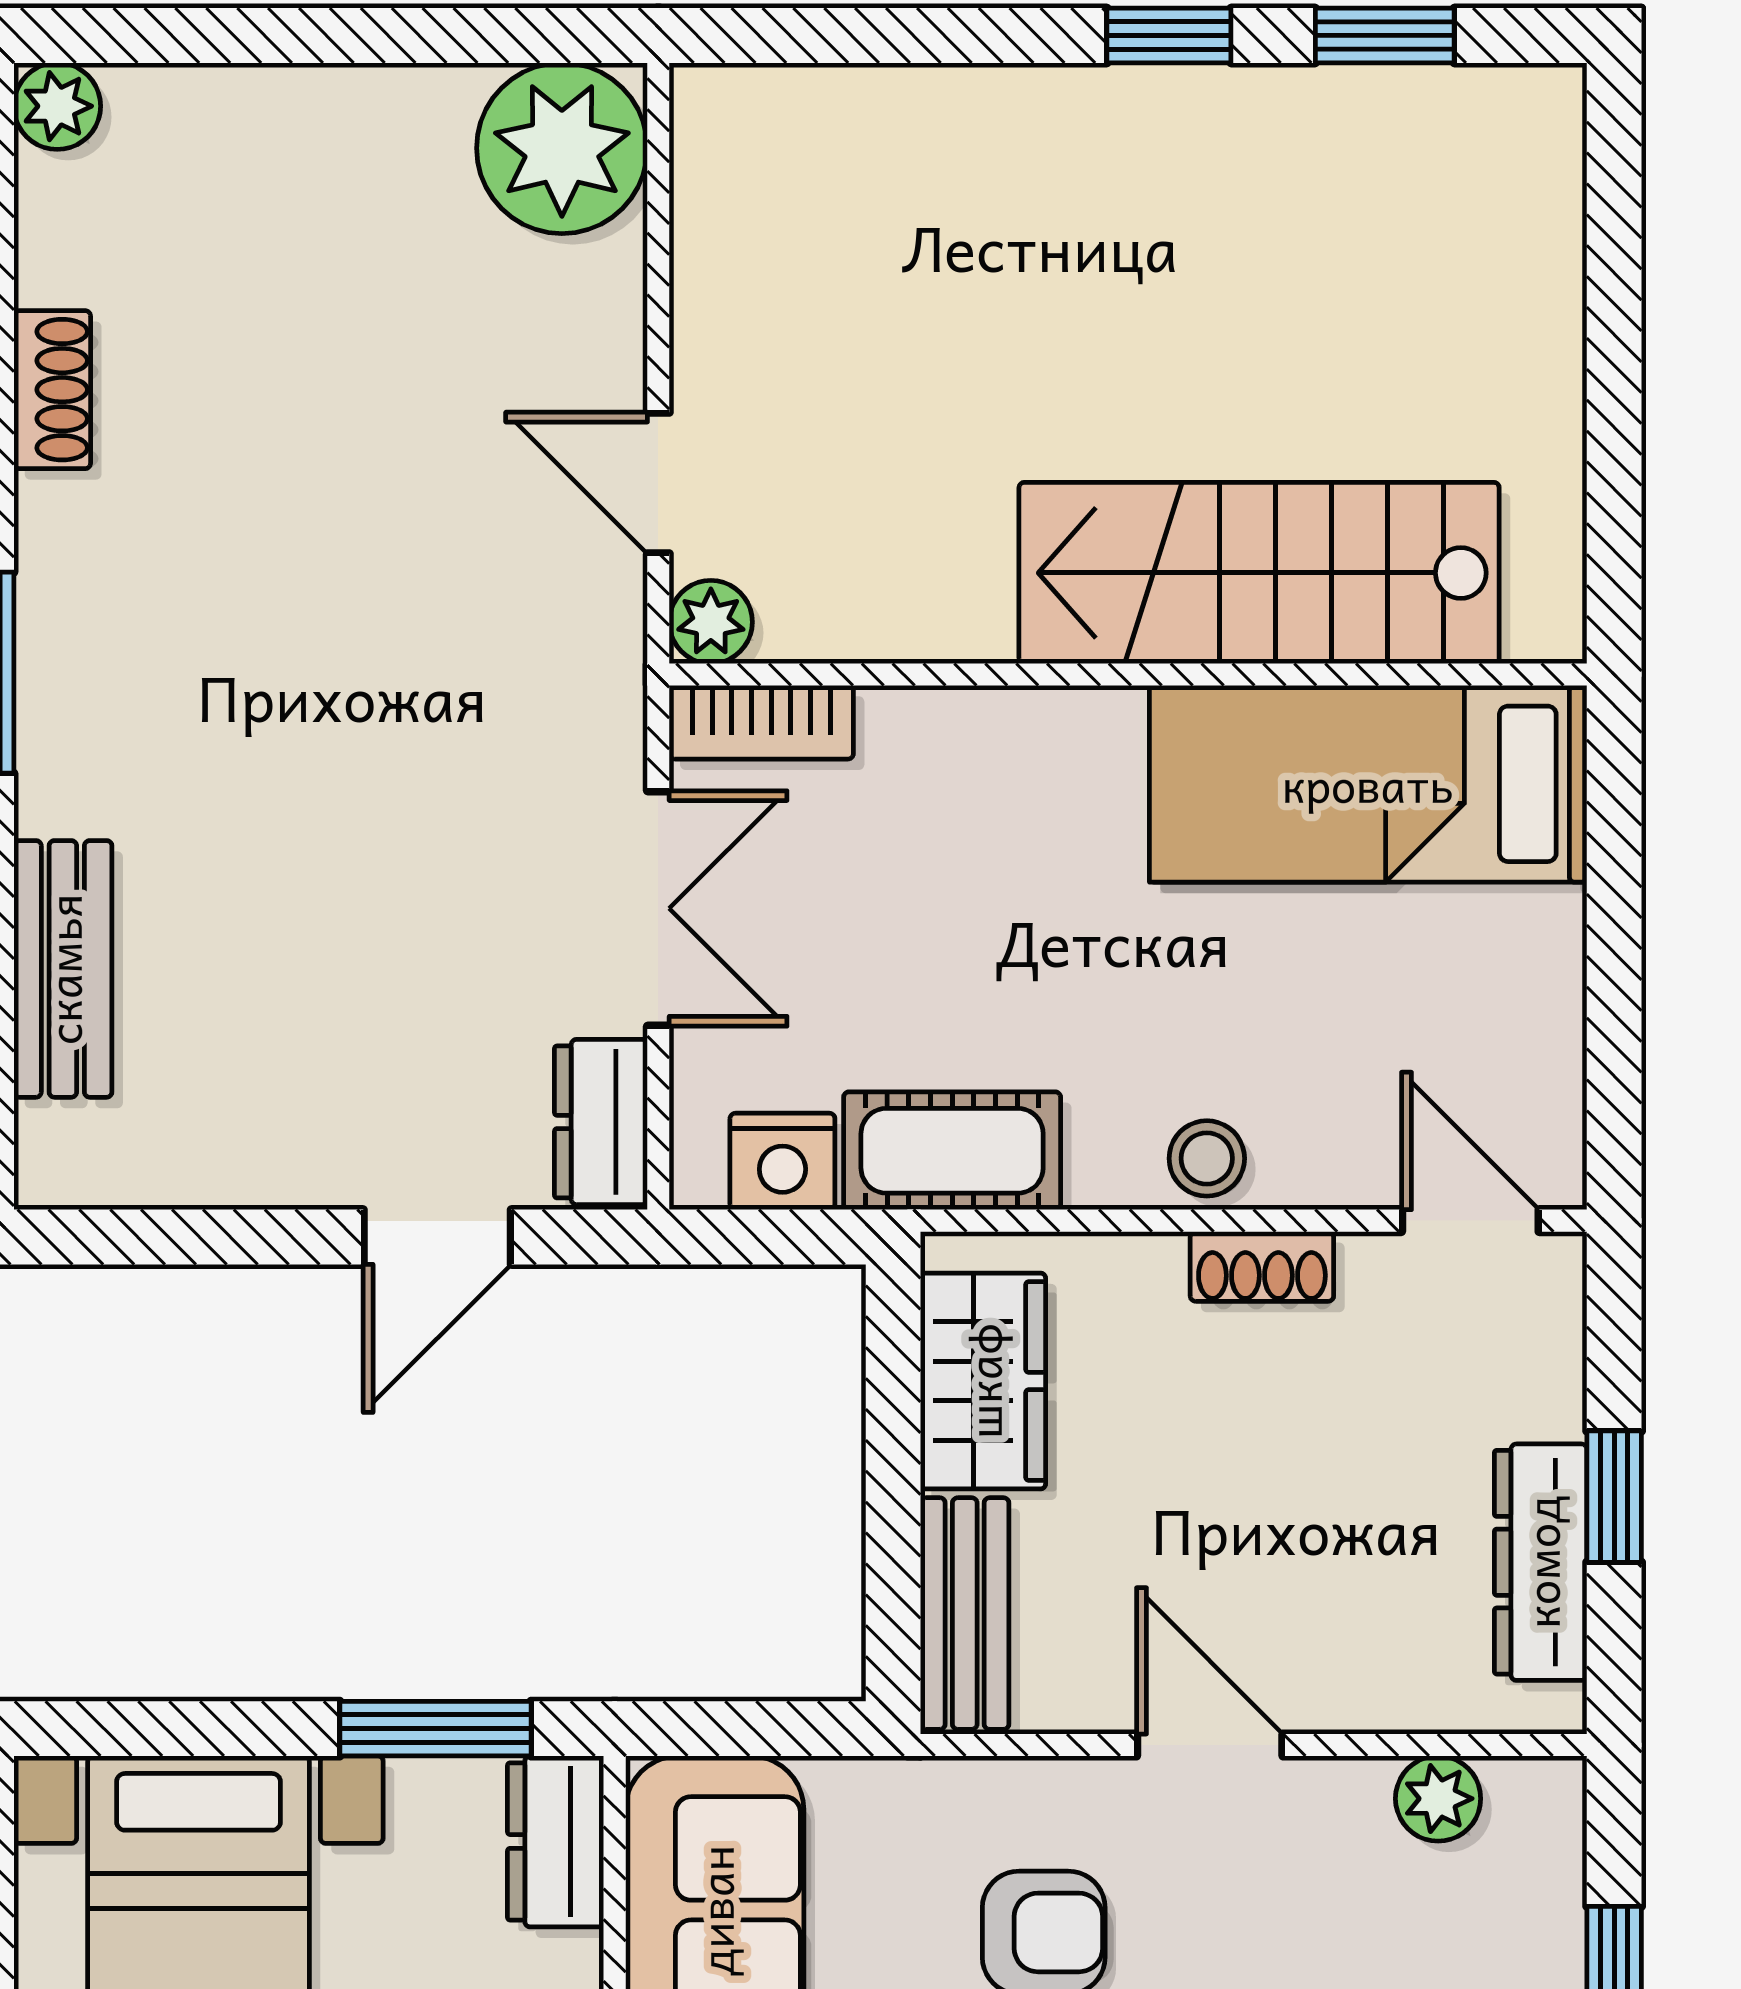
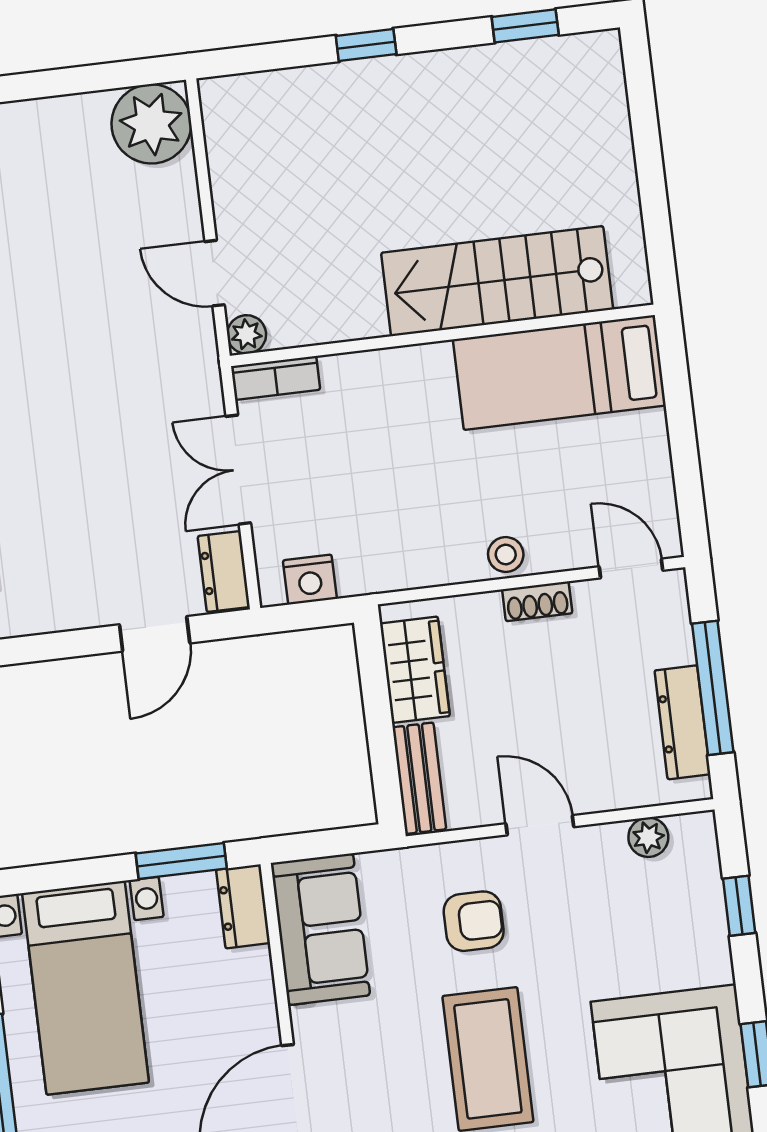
window: (1169, 35) -> (366, 45), moved
double door: (658, 908) -> (238, 470), swing flipped
cot: (952, 1151) -> (388, 565), removed
window: (1614, 1497) -> (713, 688), width x2.17

